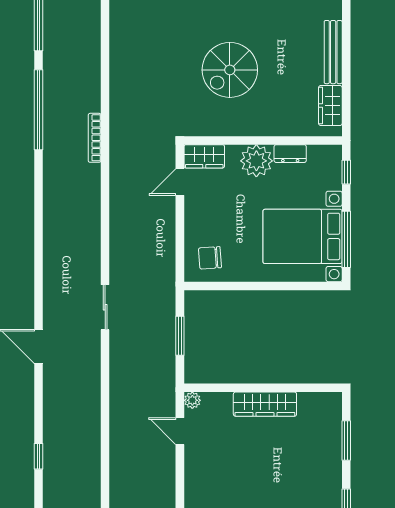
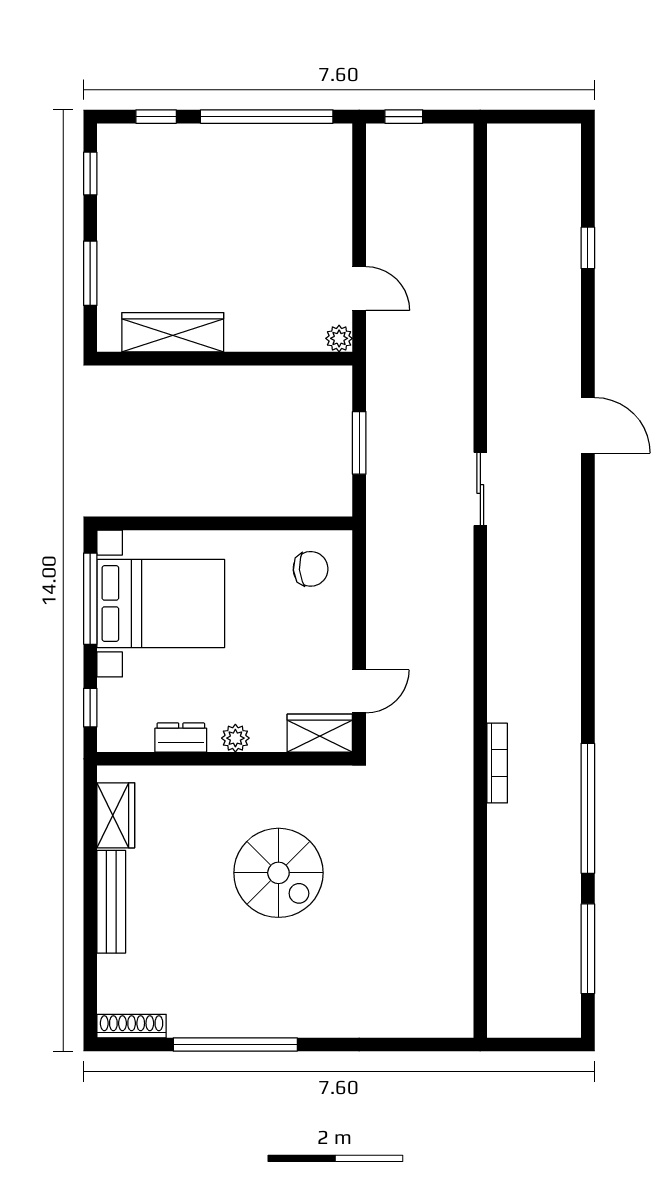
spiral stairs: (230, 70) -> (278, 873), turned 90
plant: (256, 161) -> (235, 738), width x0.53, depth x0.53
wardrobe: (265, 404) -> (173, 332), moved

